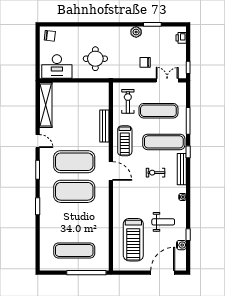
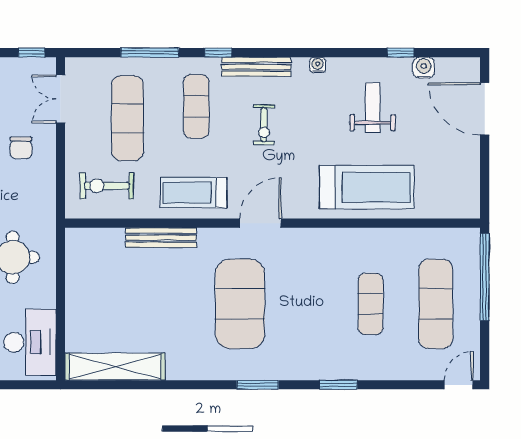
door: (38, 141) -> (459, 385), moved
treadmill: (125, 141) -> (194, 193), turned 180
exercise mat: (164, 142) -> (196, 106), width x0.73, depth x0.69
exercise mat: (74, 191) -> (370, 304), moved, width x0.50, depth x0.69
treadmill: (133, 240) -> (367, 187), moved

